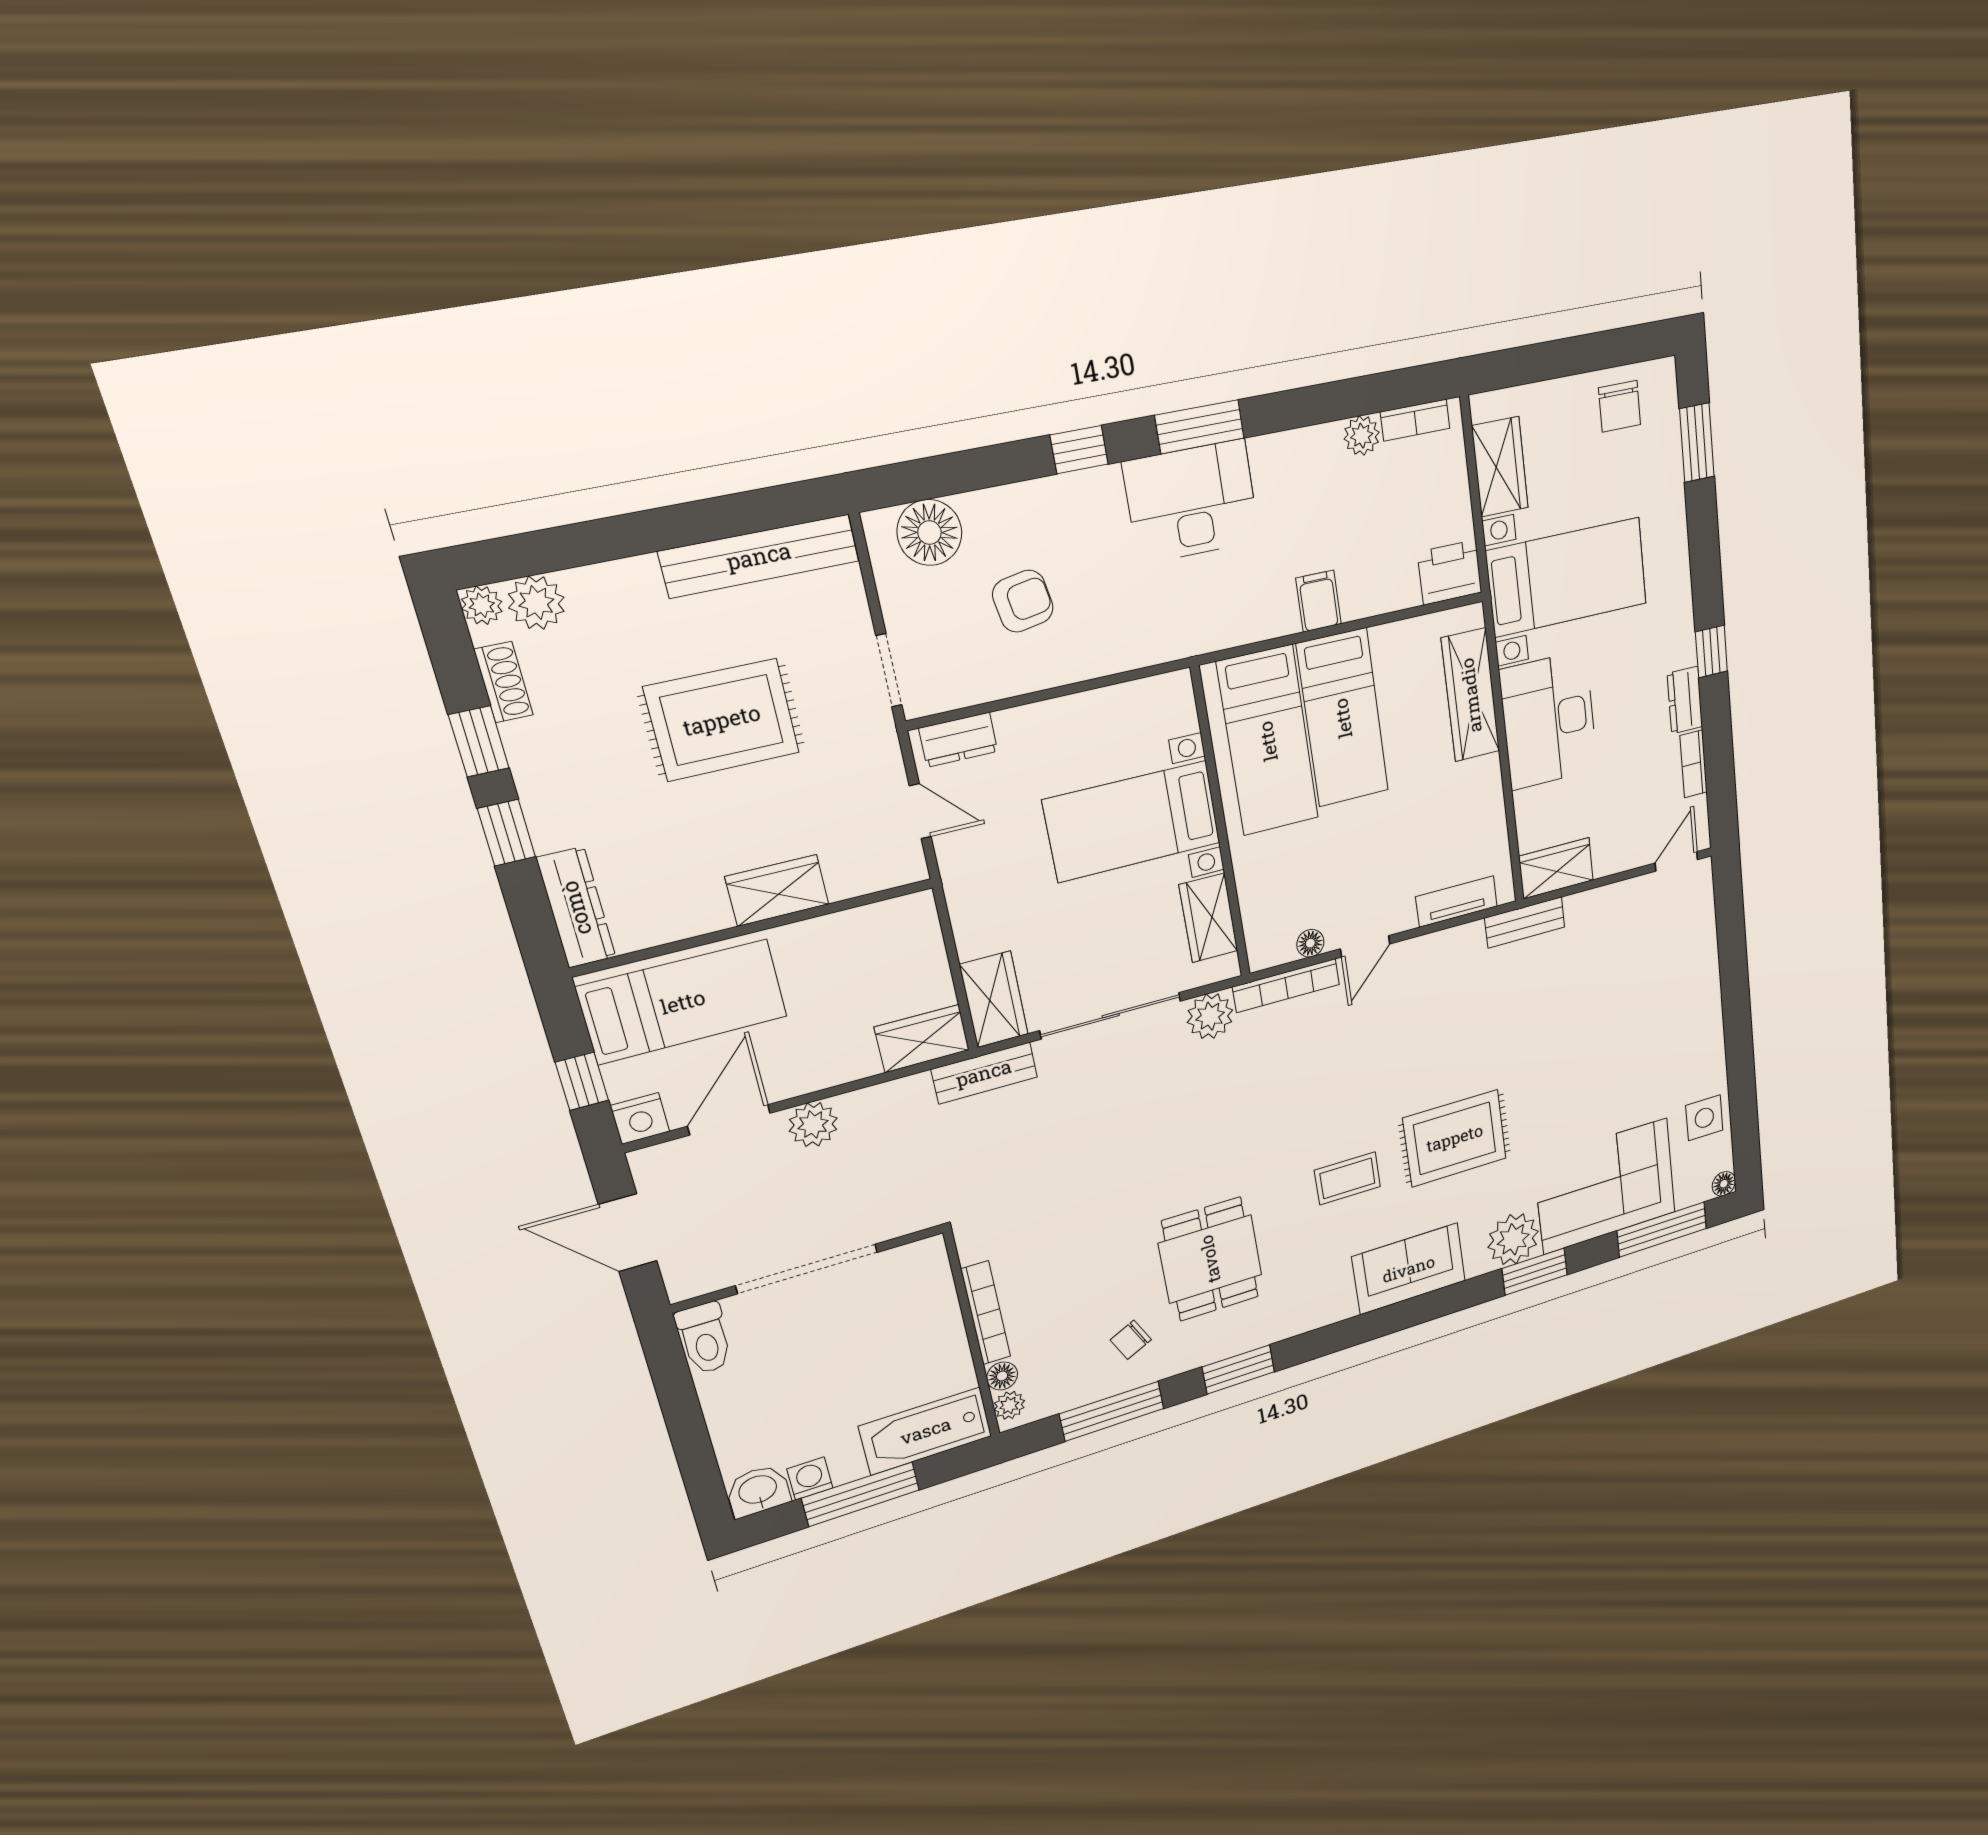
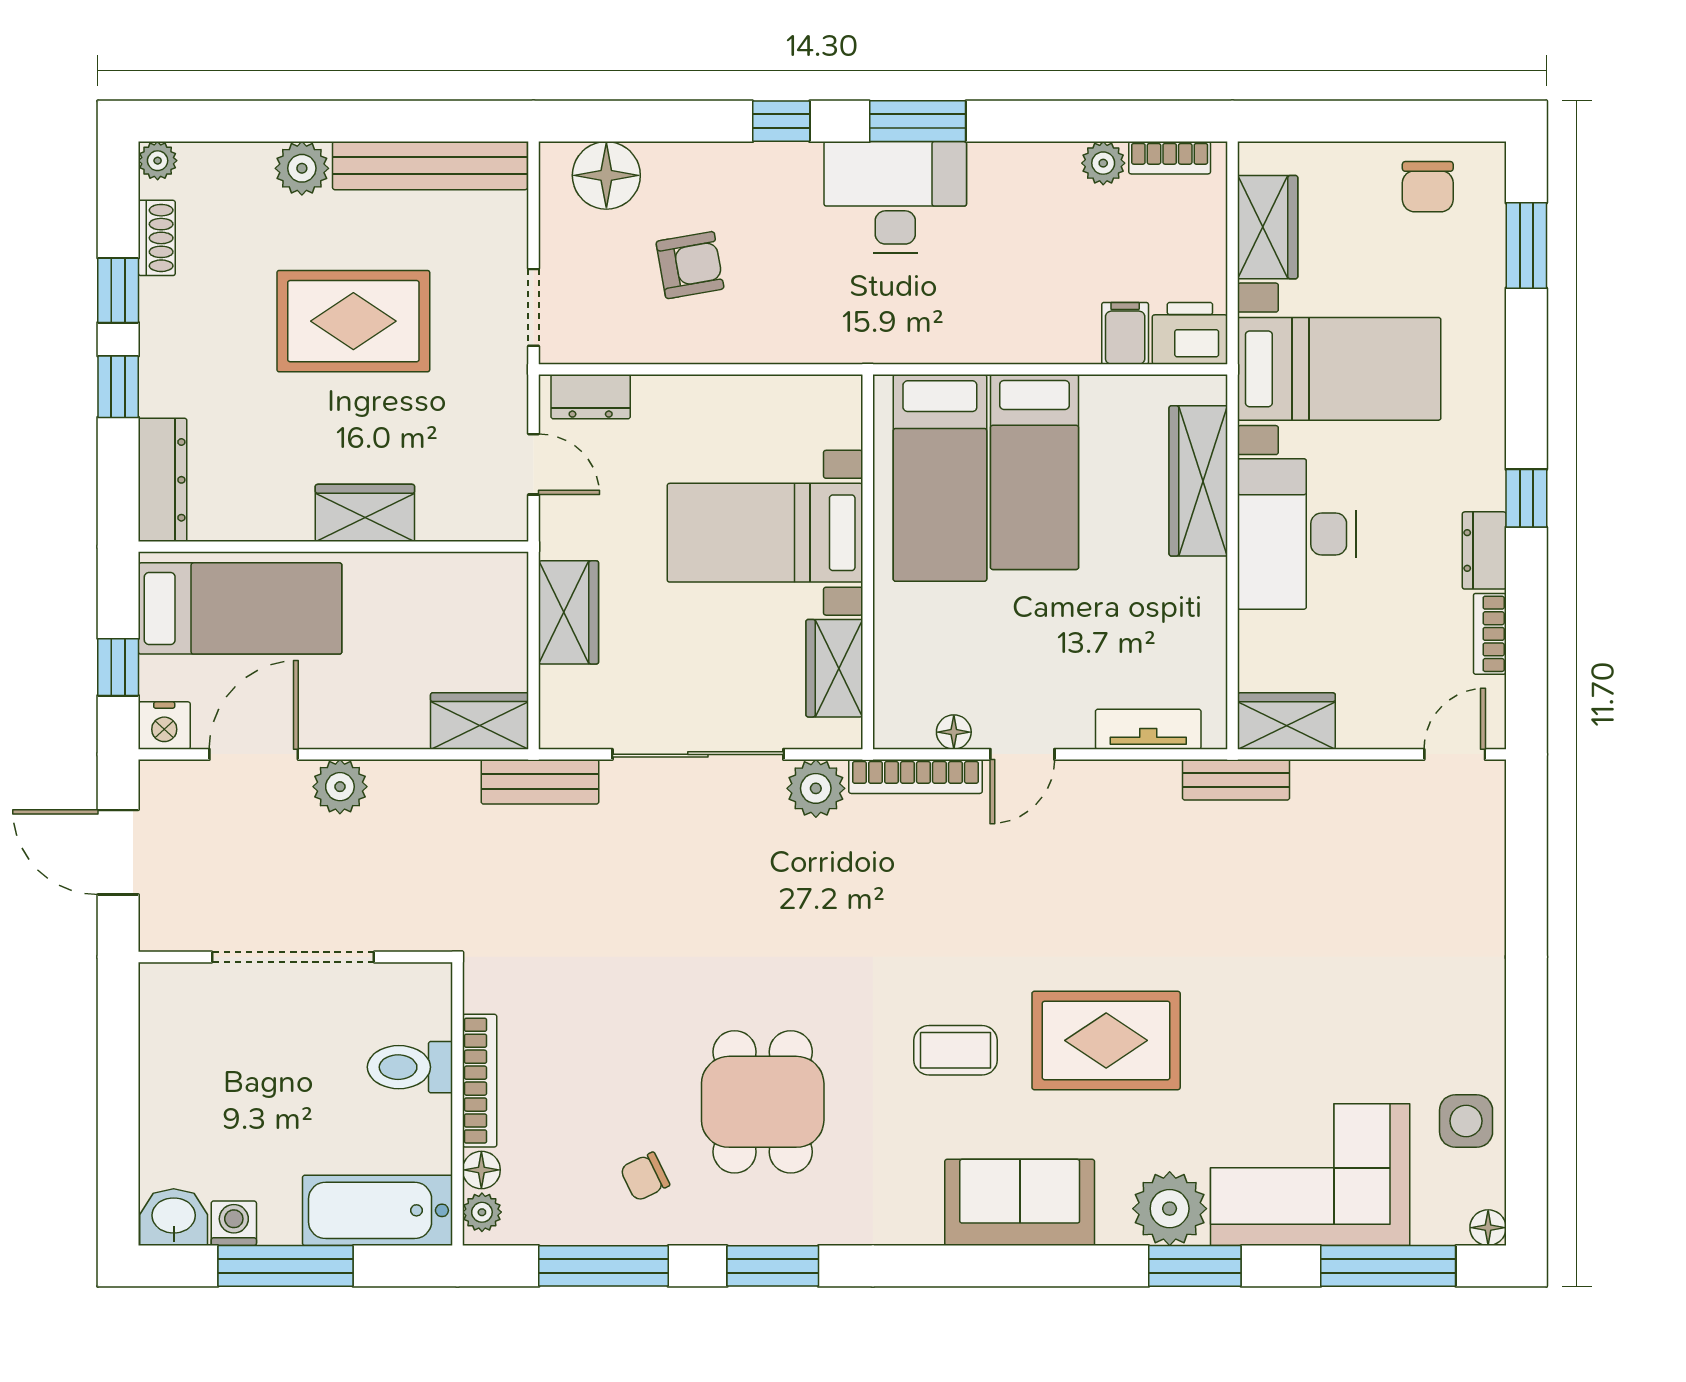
filing cabinet: (1318, 601) -> (1125, 333), moved
plant: (536, 603) -> (302, 168), moved
wardrobe: (994, 999) -> (569, 612), moved
toilet: (705, 1338) -> (410, 1067), moved, turned 90

